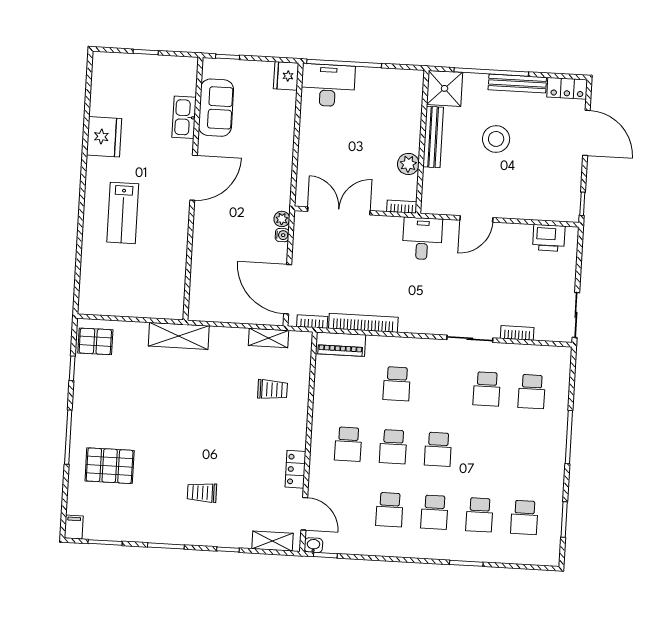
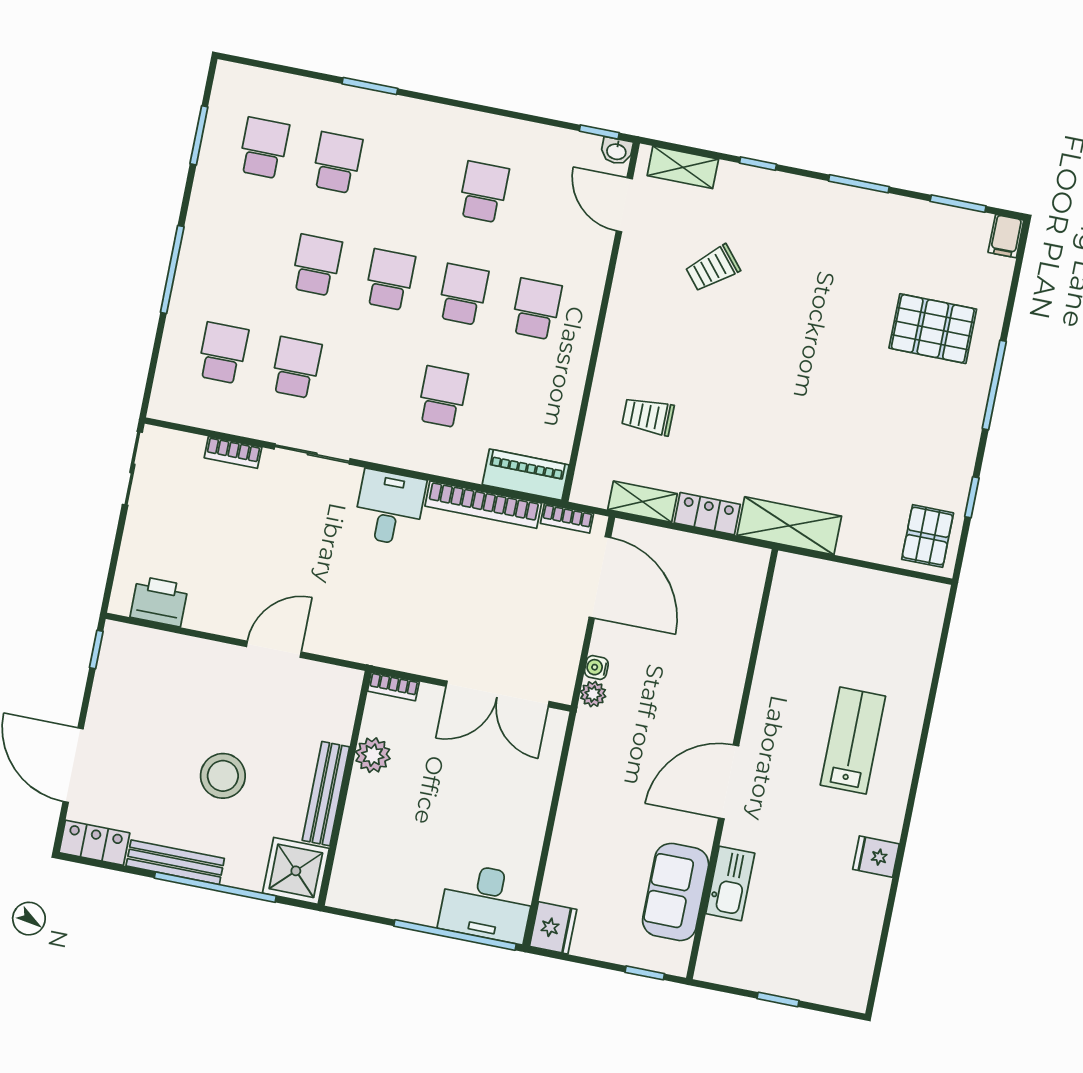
fridge: (104, 137) -> (876, 857), width x0.53, depth x0.75
desk: (422, 238) -> (389, 508), moved, turned 180
pallet: (95, 341) -> (928, 536), turned 90
locker: (295, 469) -> (707, 514), moved, turned -90
trolley: (202, 493) -> (713, 268), moved, turned 140
school desk: (434, 512) -> (317, 265), moved

